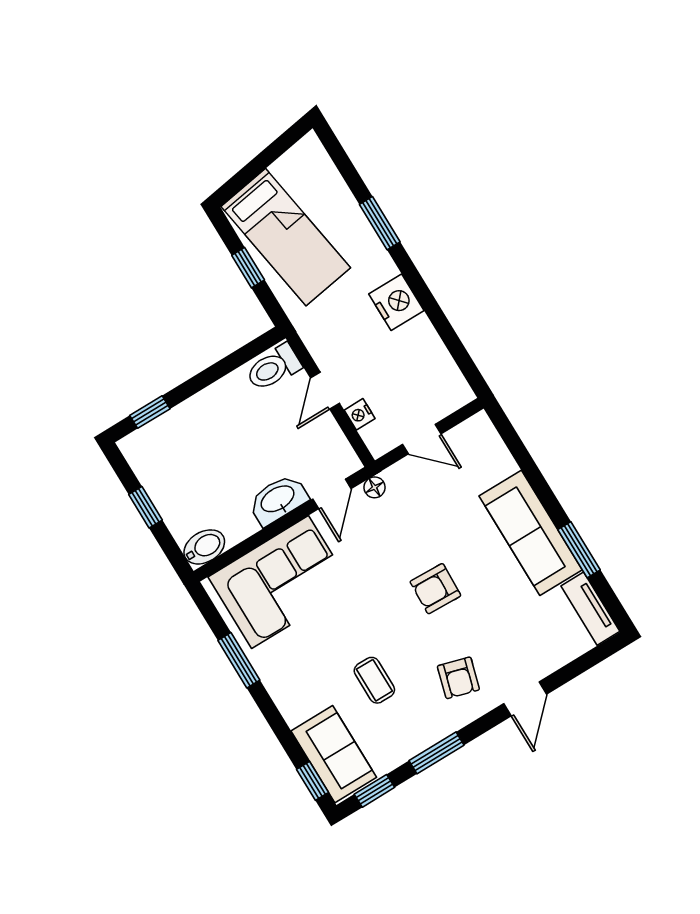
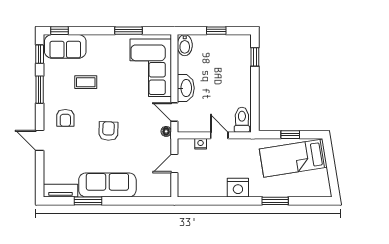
armchair: (458, 678) -> (65, 118), turned -106

